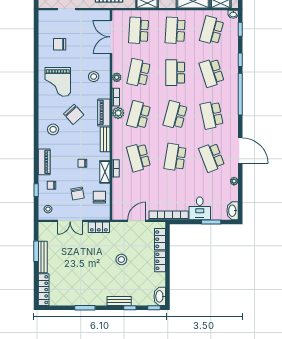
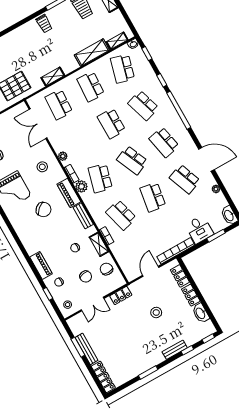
school desk: (139, 73) -> (80, 141), removed
school desk: (175, 115) -> (132, 160), turned -39
stool: (53, 129) -> (33, 233), removed
washbasin: (160, 296) -> (201, 313), moved

